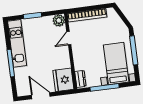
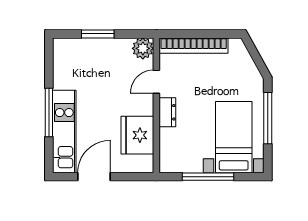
kitchen unit: (17, 43) -> (64, 132), moved
dresser: (80, 79) -> (167, 112), moved
fridge: (63, 80) -> (137, 135), moved
door: (41, 96) -> (94, 177), hinge flipped

